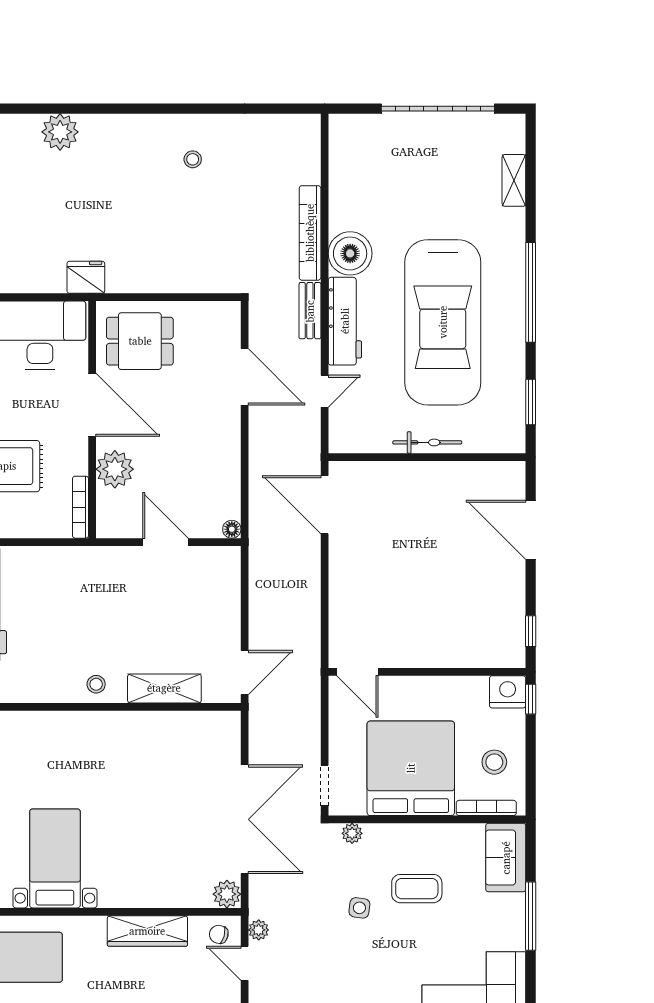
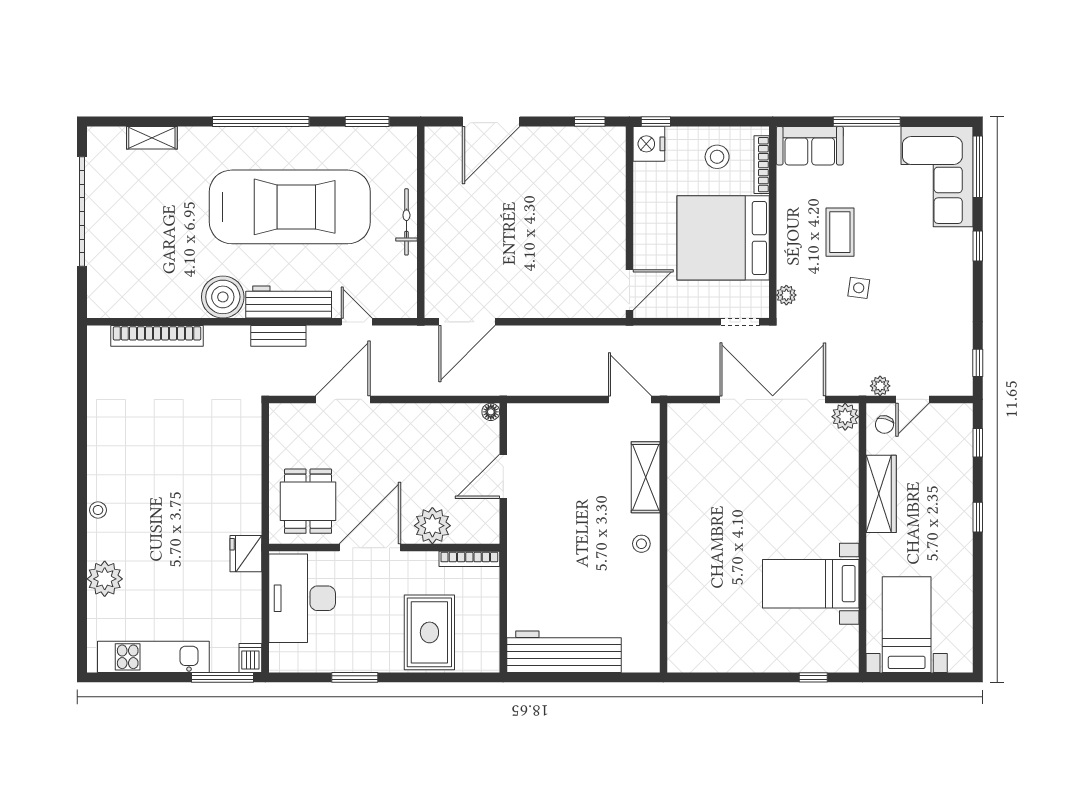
stool: (193, 159) -> (98, 510), moved
bookcase: (310, 233) -> (157, 336), moved

